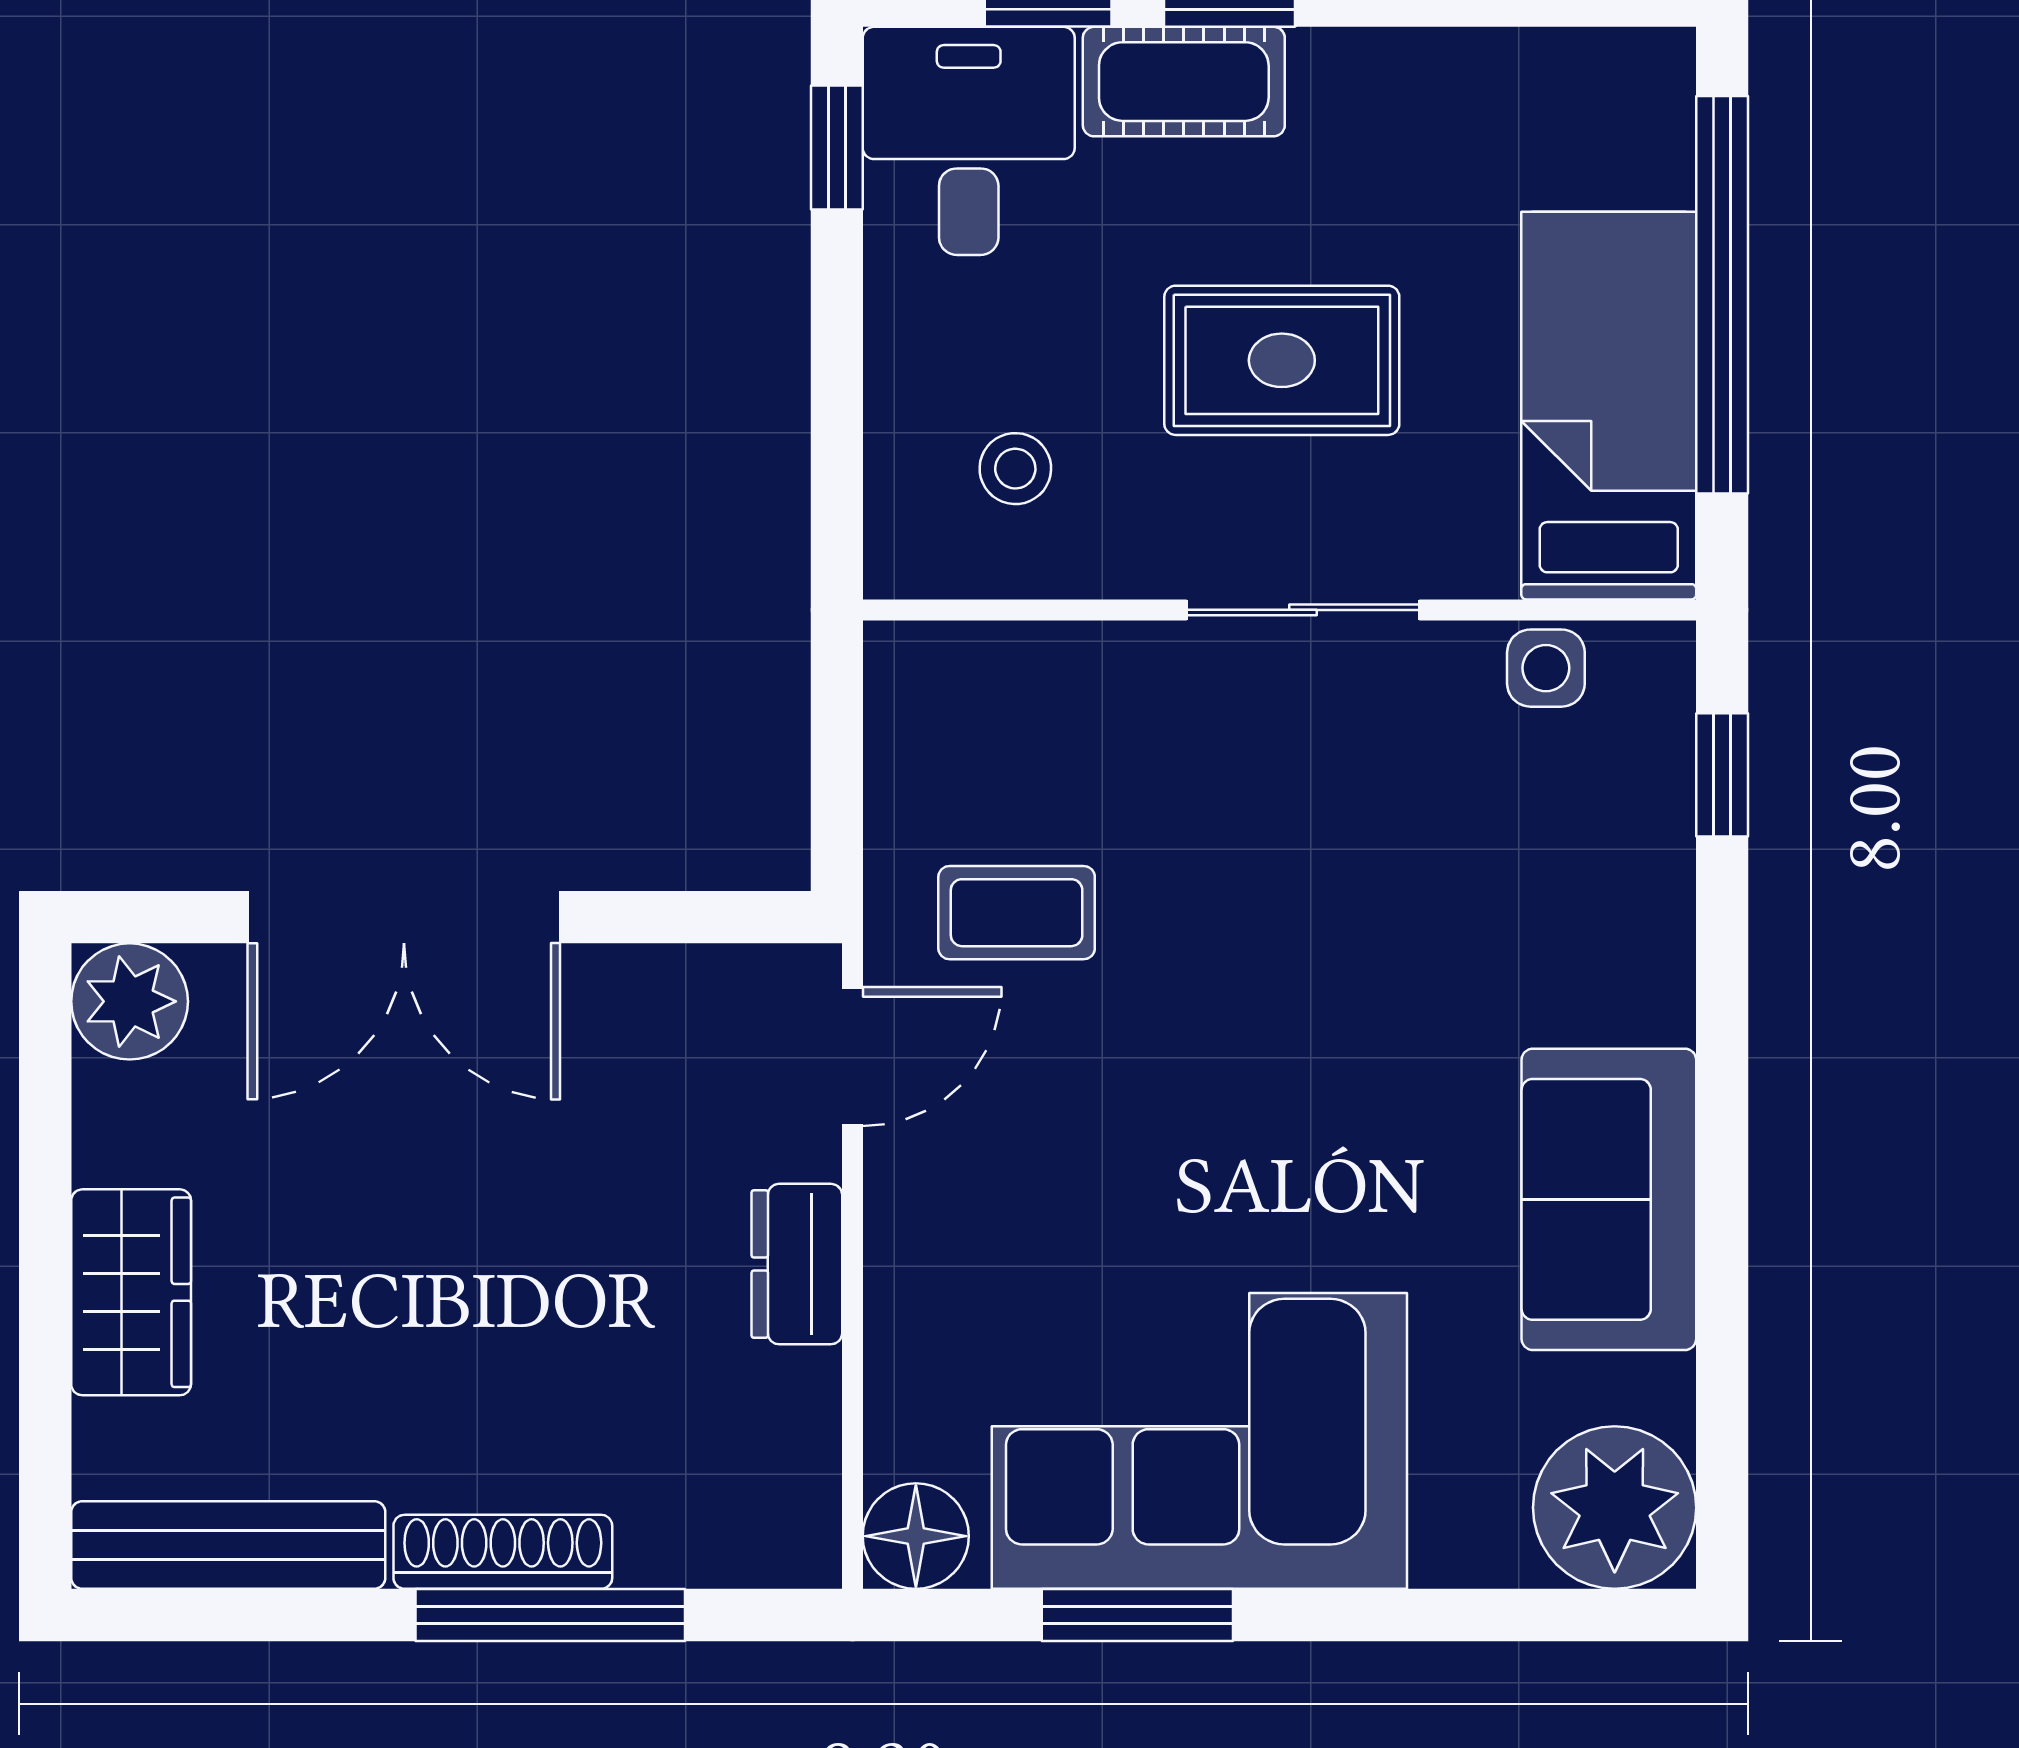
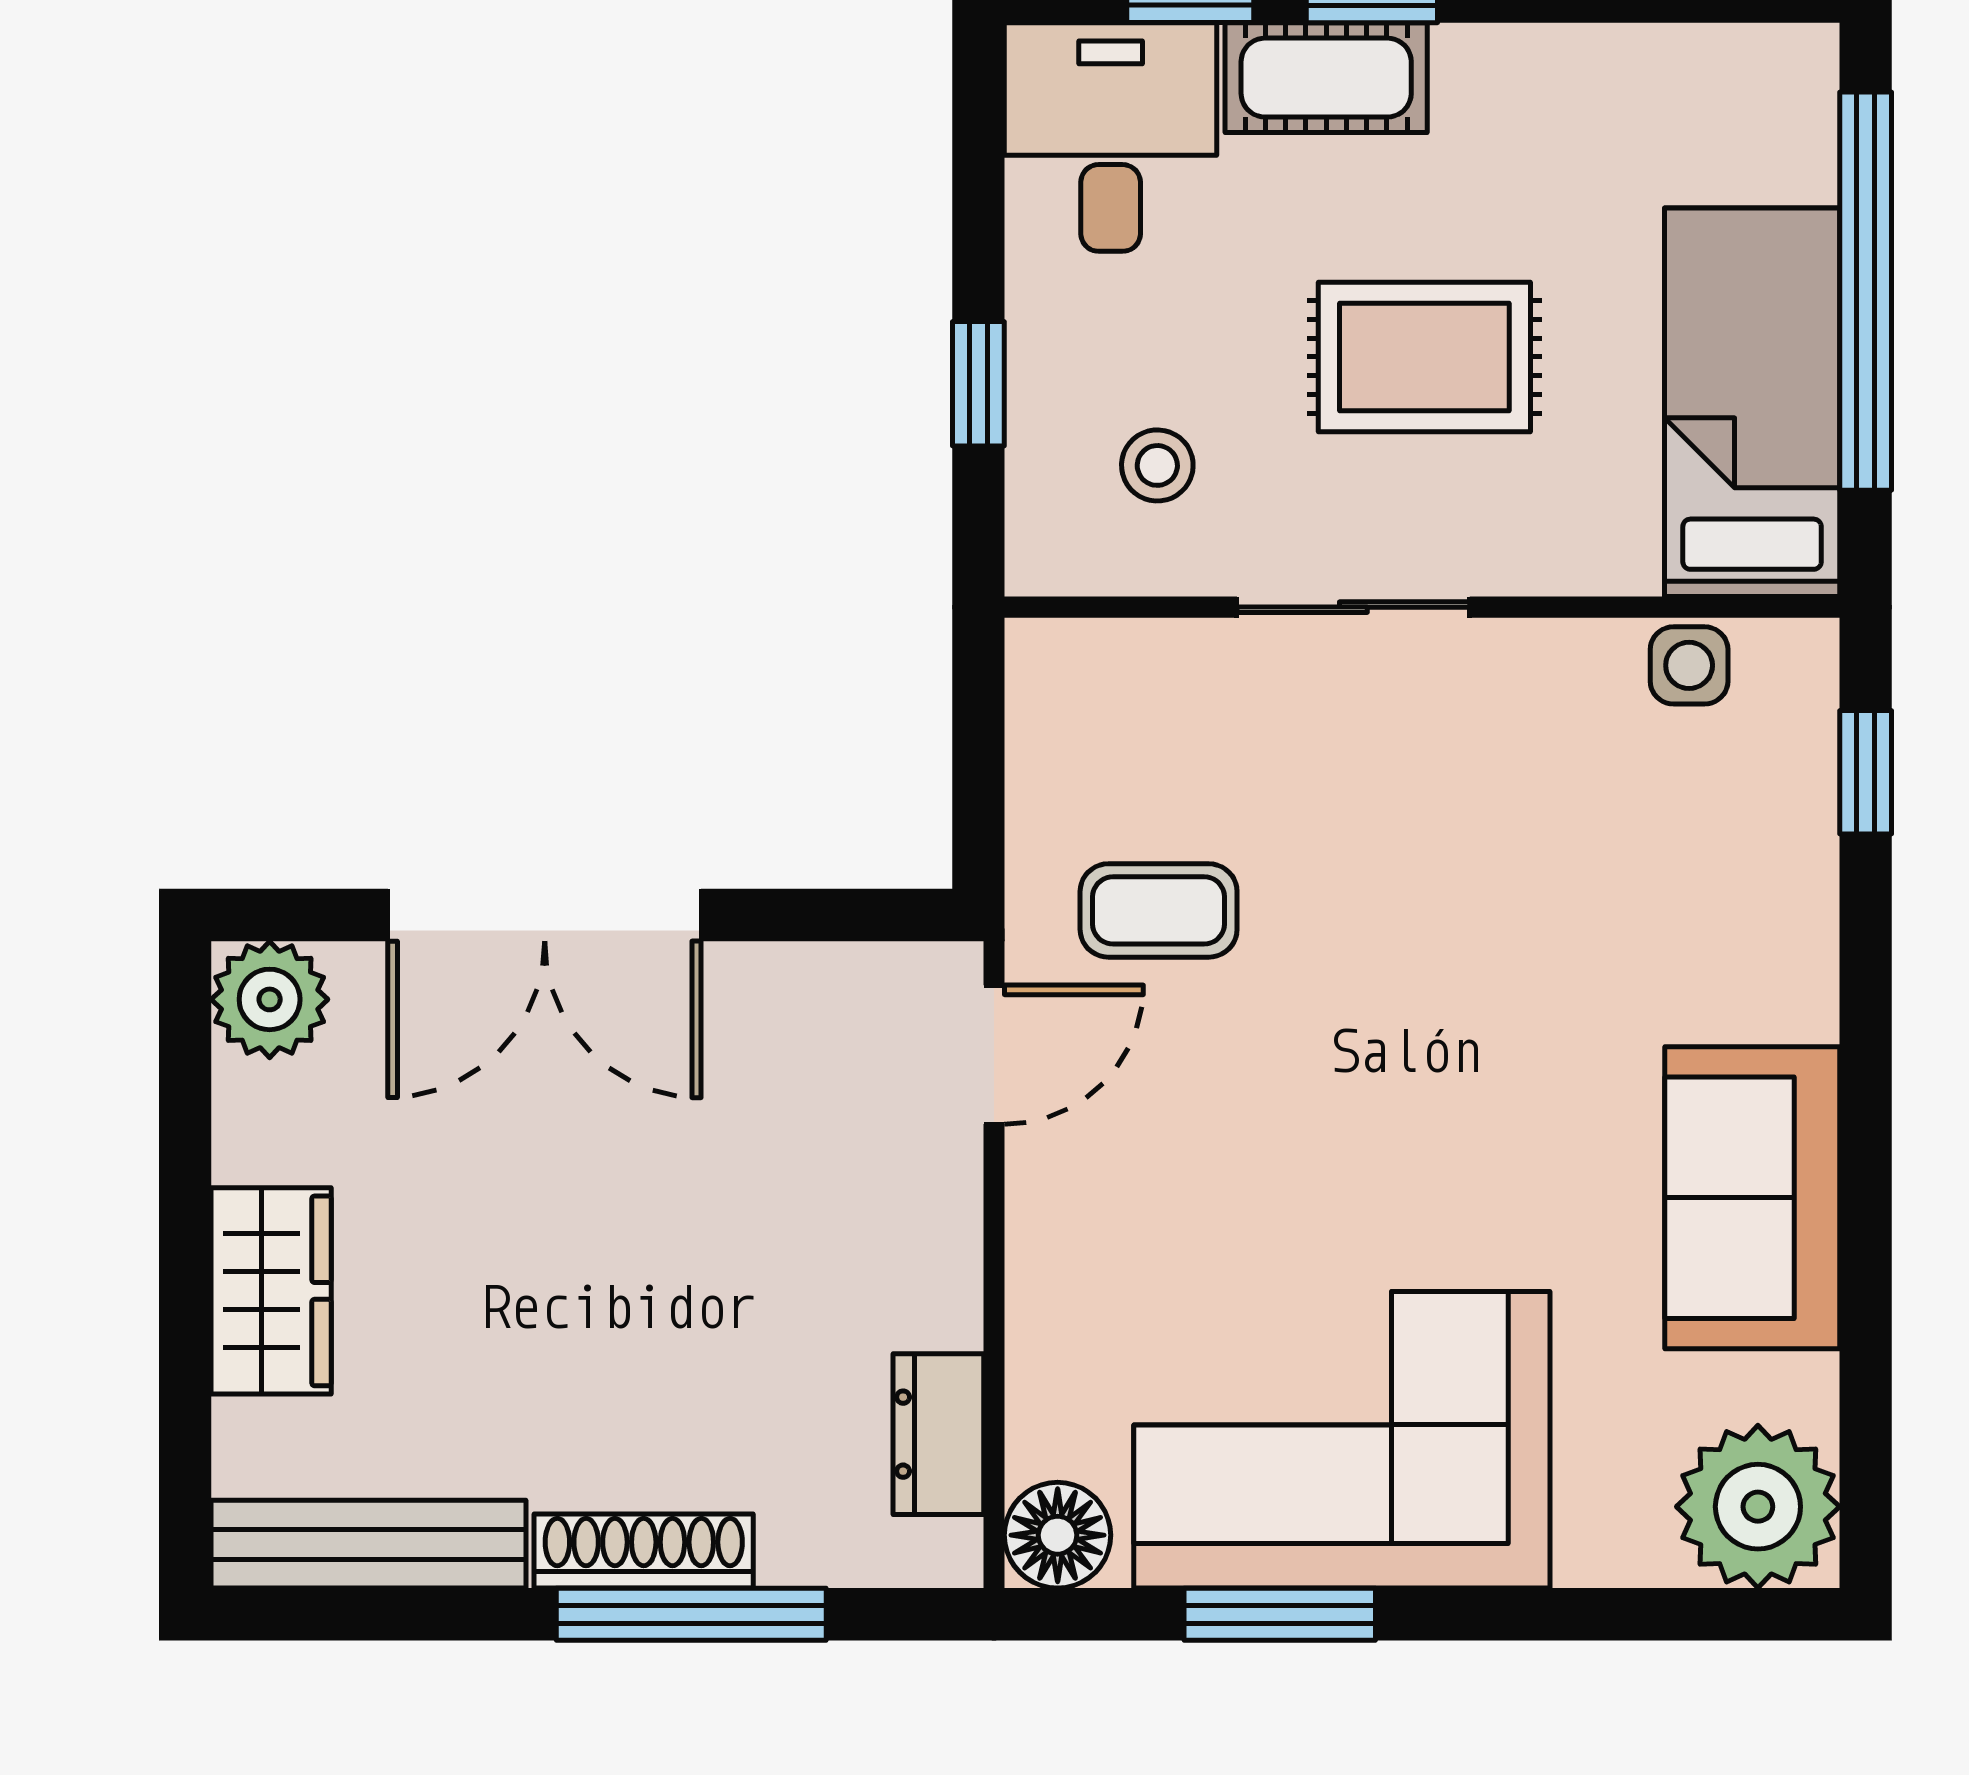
window: (837, 147) -> (978, 384), moved
sliding door: (1303, 610) -> (1353, 607), moved
dresser: (797, 1264) -> (938, 1434), moved

